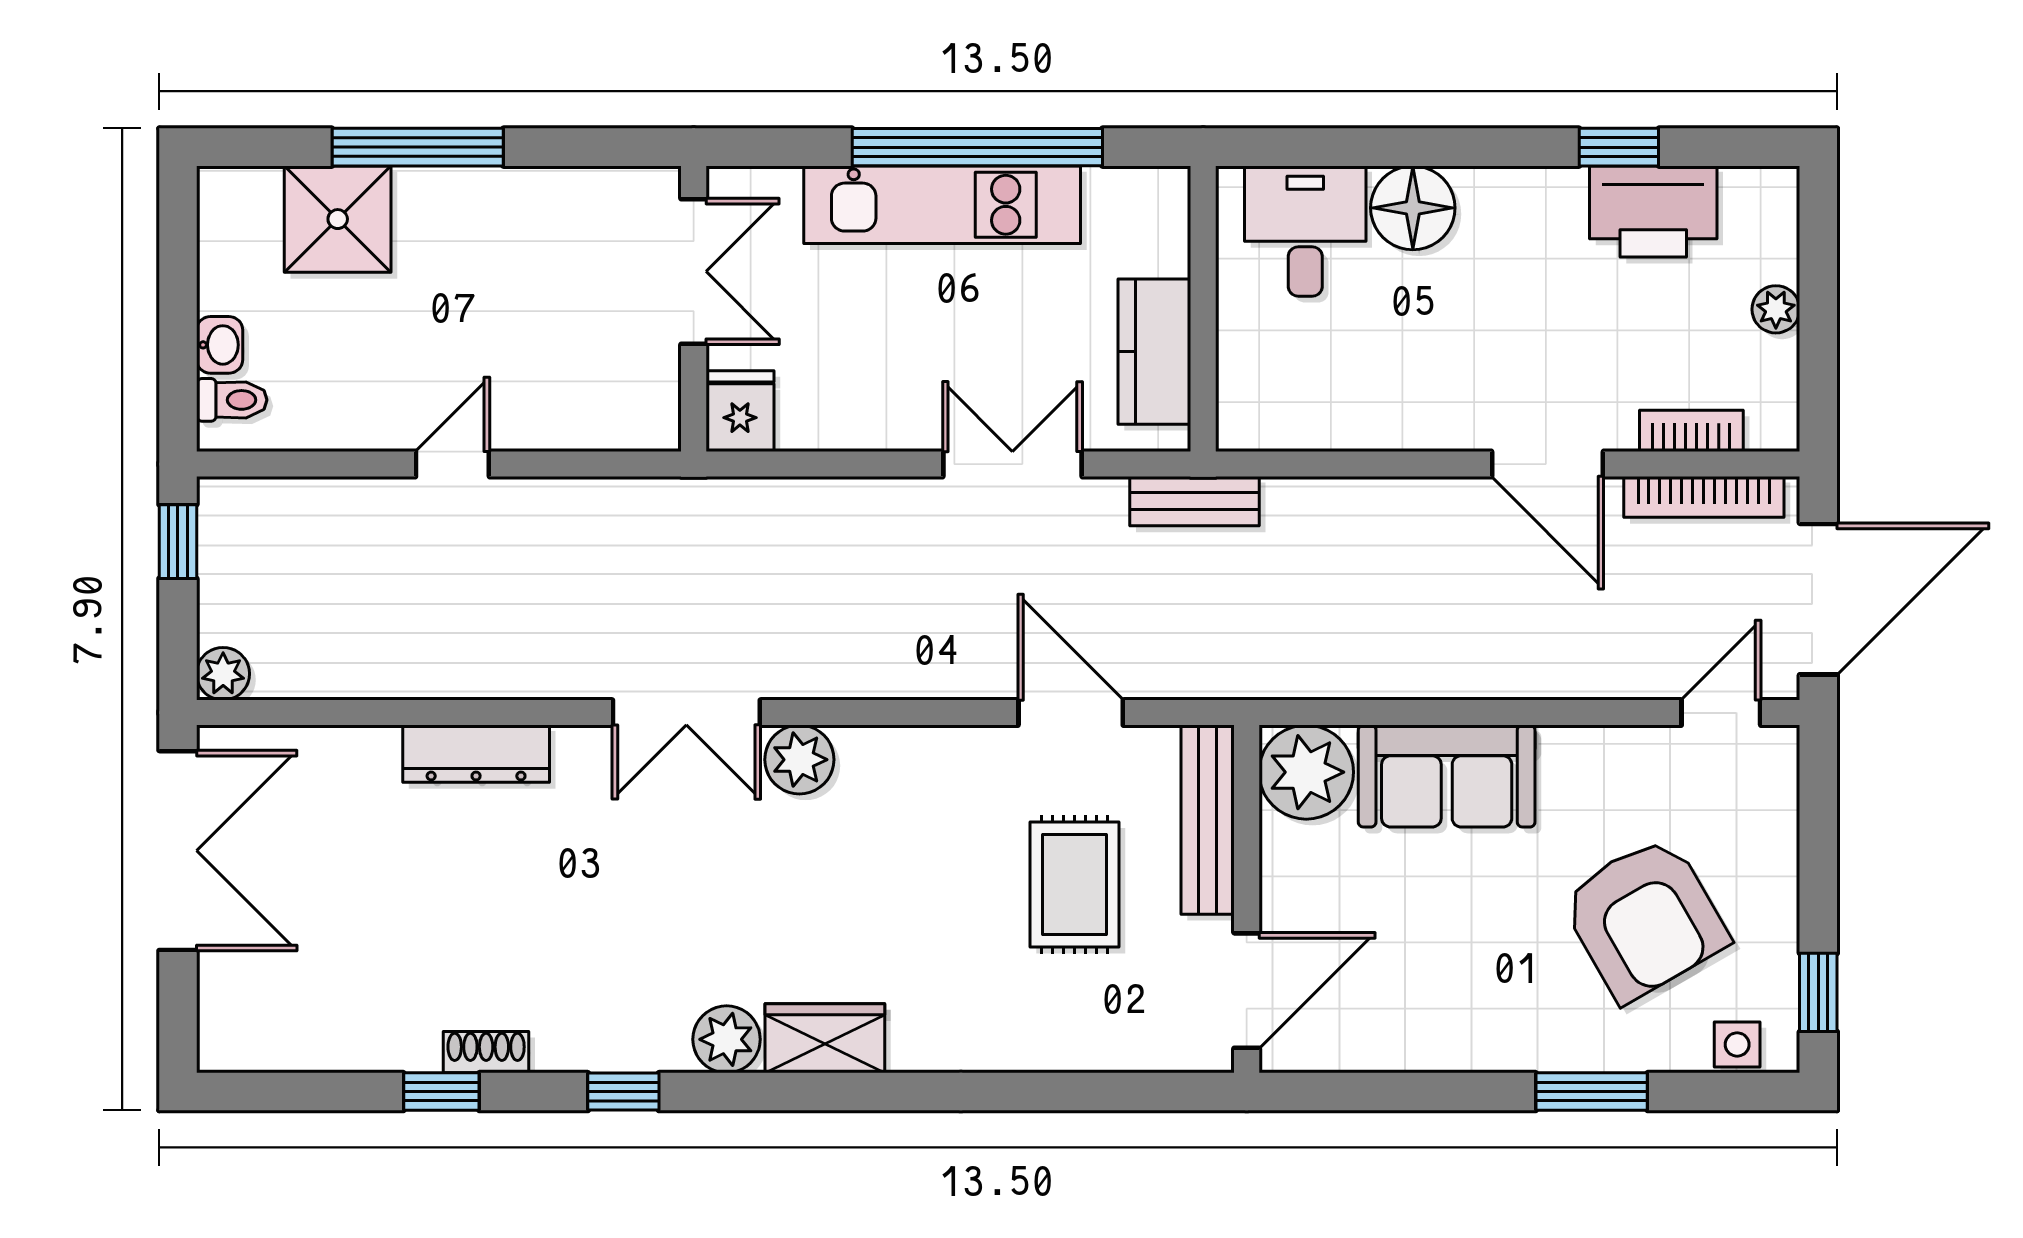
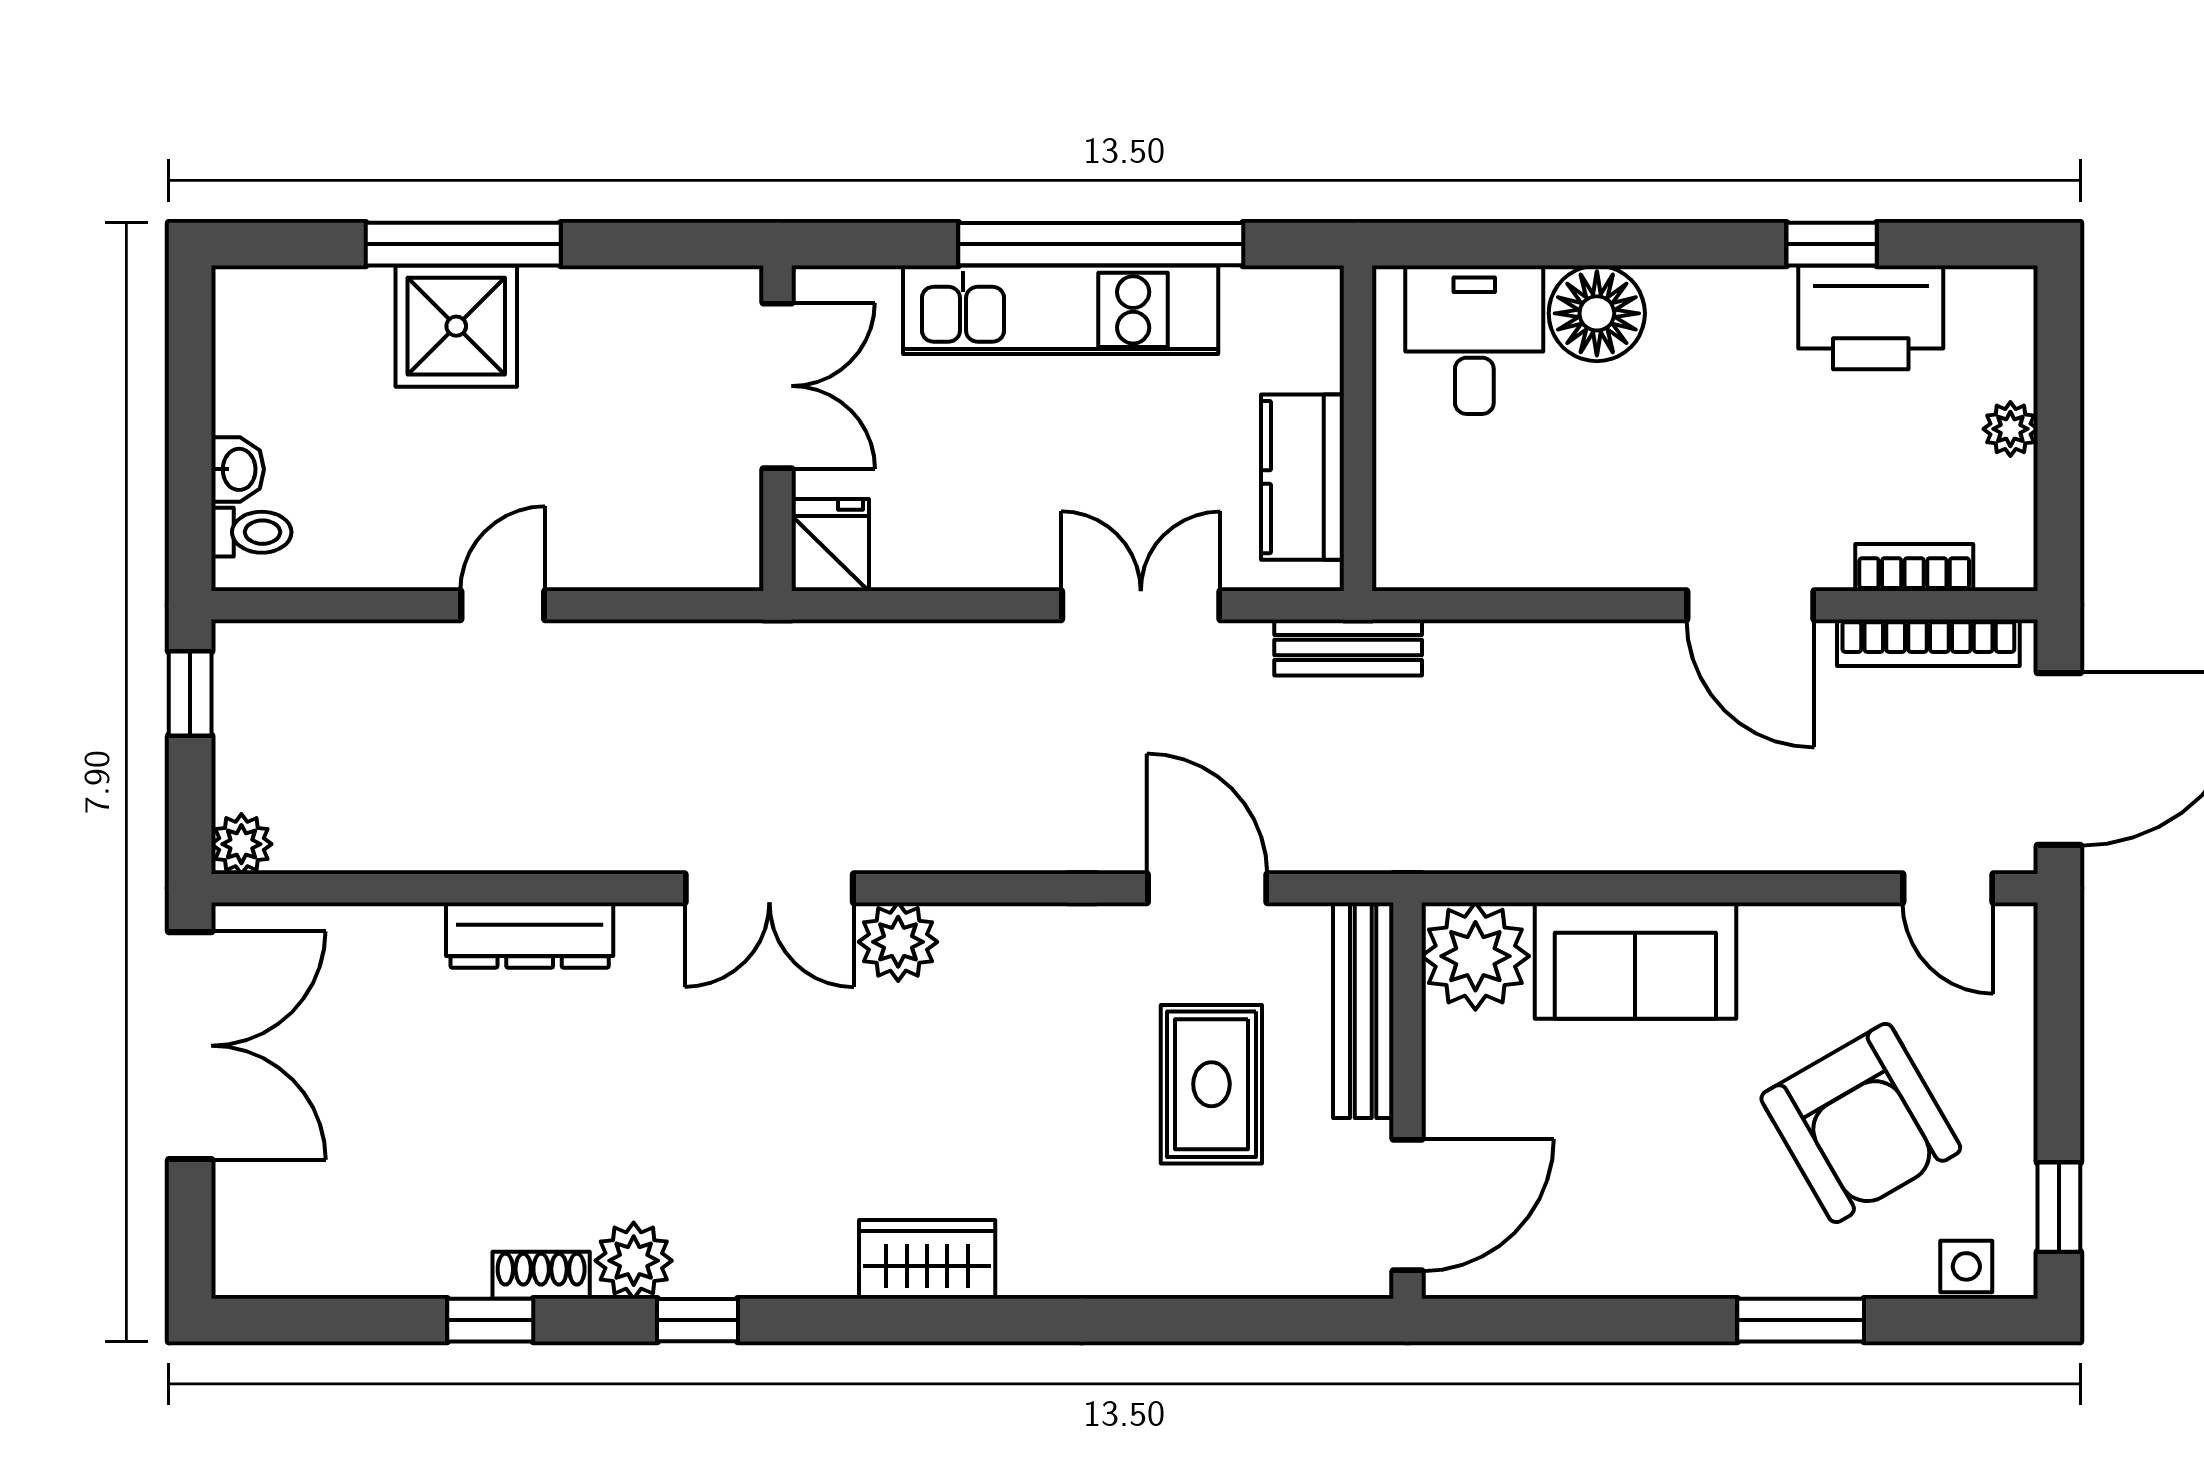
shower: (338, 219) -> (456, 326), moved
door: (1721, 713) -> (1948, 888), swing flipped
plant: (727, 1039) -> (634, 1261), moved

